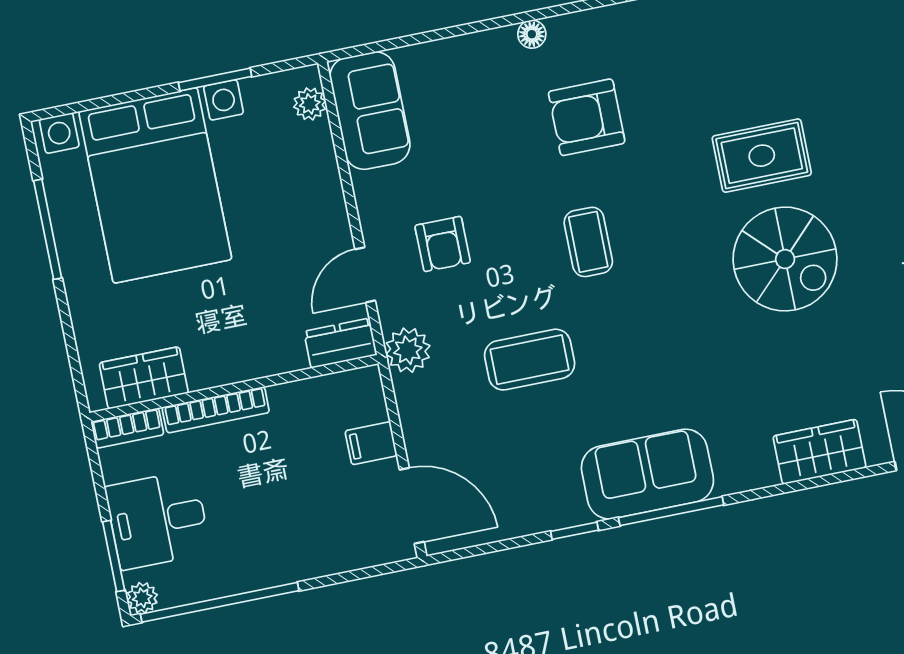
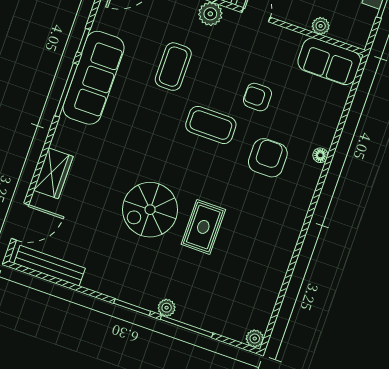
plant: (310, 104) -> (321, 26), moved
coffee table: (588, 242) -> (211, 125), width x1.36, depth x1.30
armchair: (443, 244) -> (257, 97), moved
sofa: (647, 474) -> (94, 78), width x1.36

